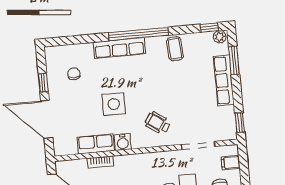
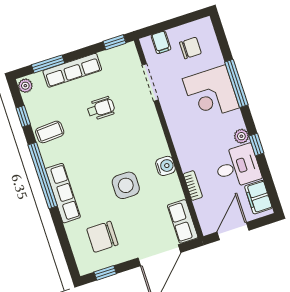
window: (209, 27) -> (23, 116), moved
chair: (74, 74) -> (102, 237), width x1.87, depth x1.87
window: (43, 83) -> (105, 273), moved
wheelchair: (158, 123) -> (101, 108), moved, turned -124
row of seats: (96, 144) -> (183, 221), moved

